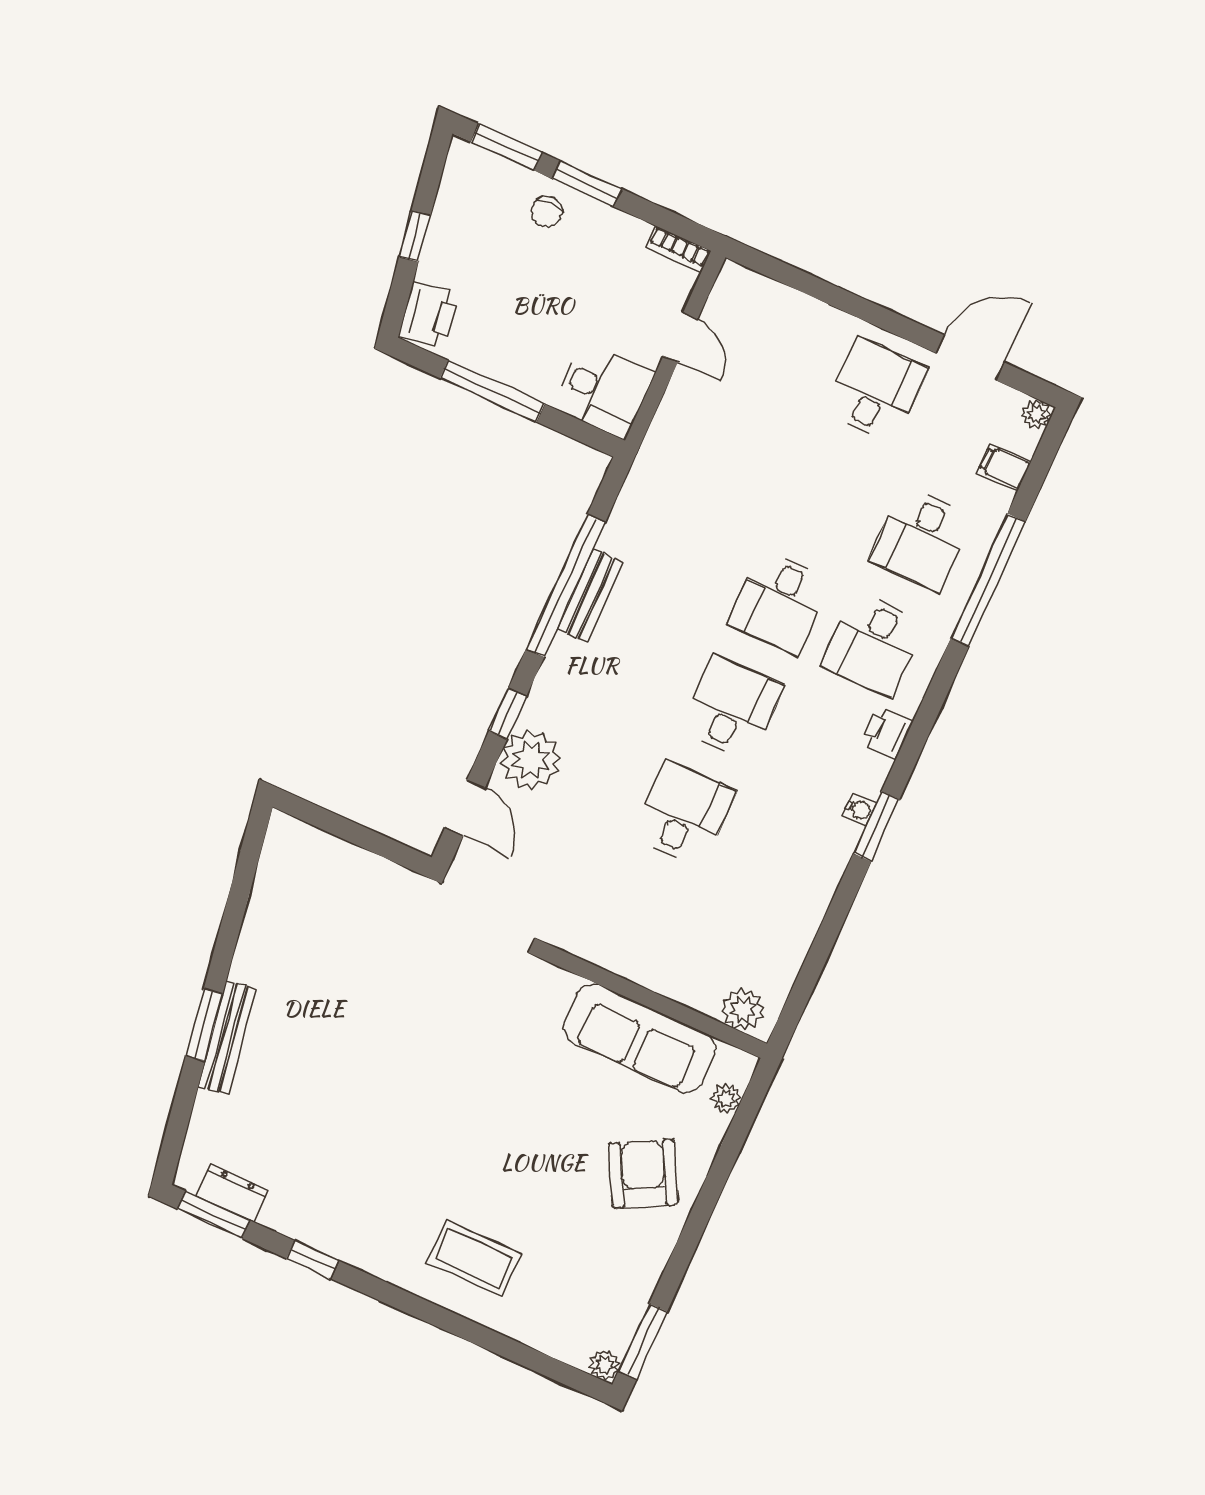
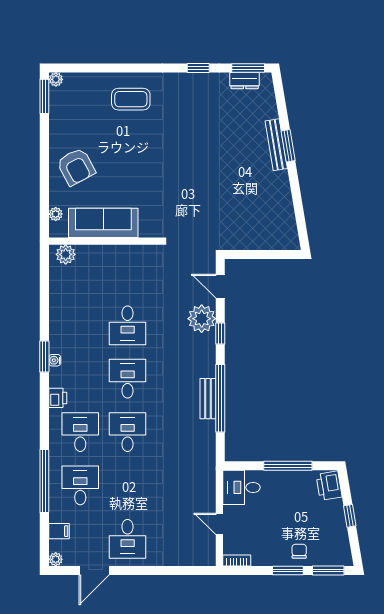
desk: (732, 708) -> (128, 379), turned 180

